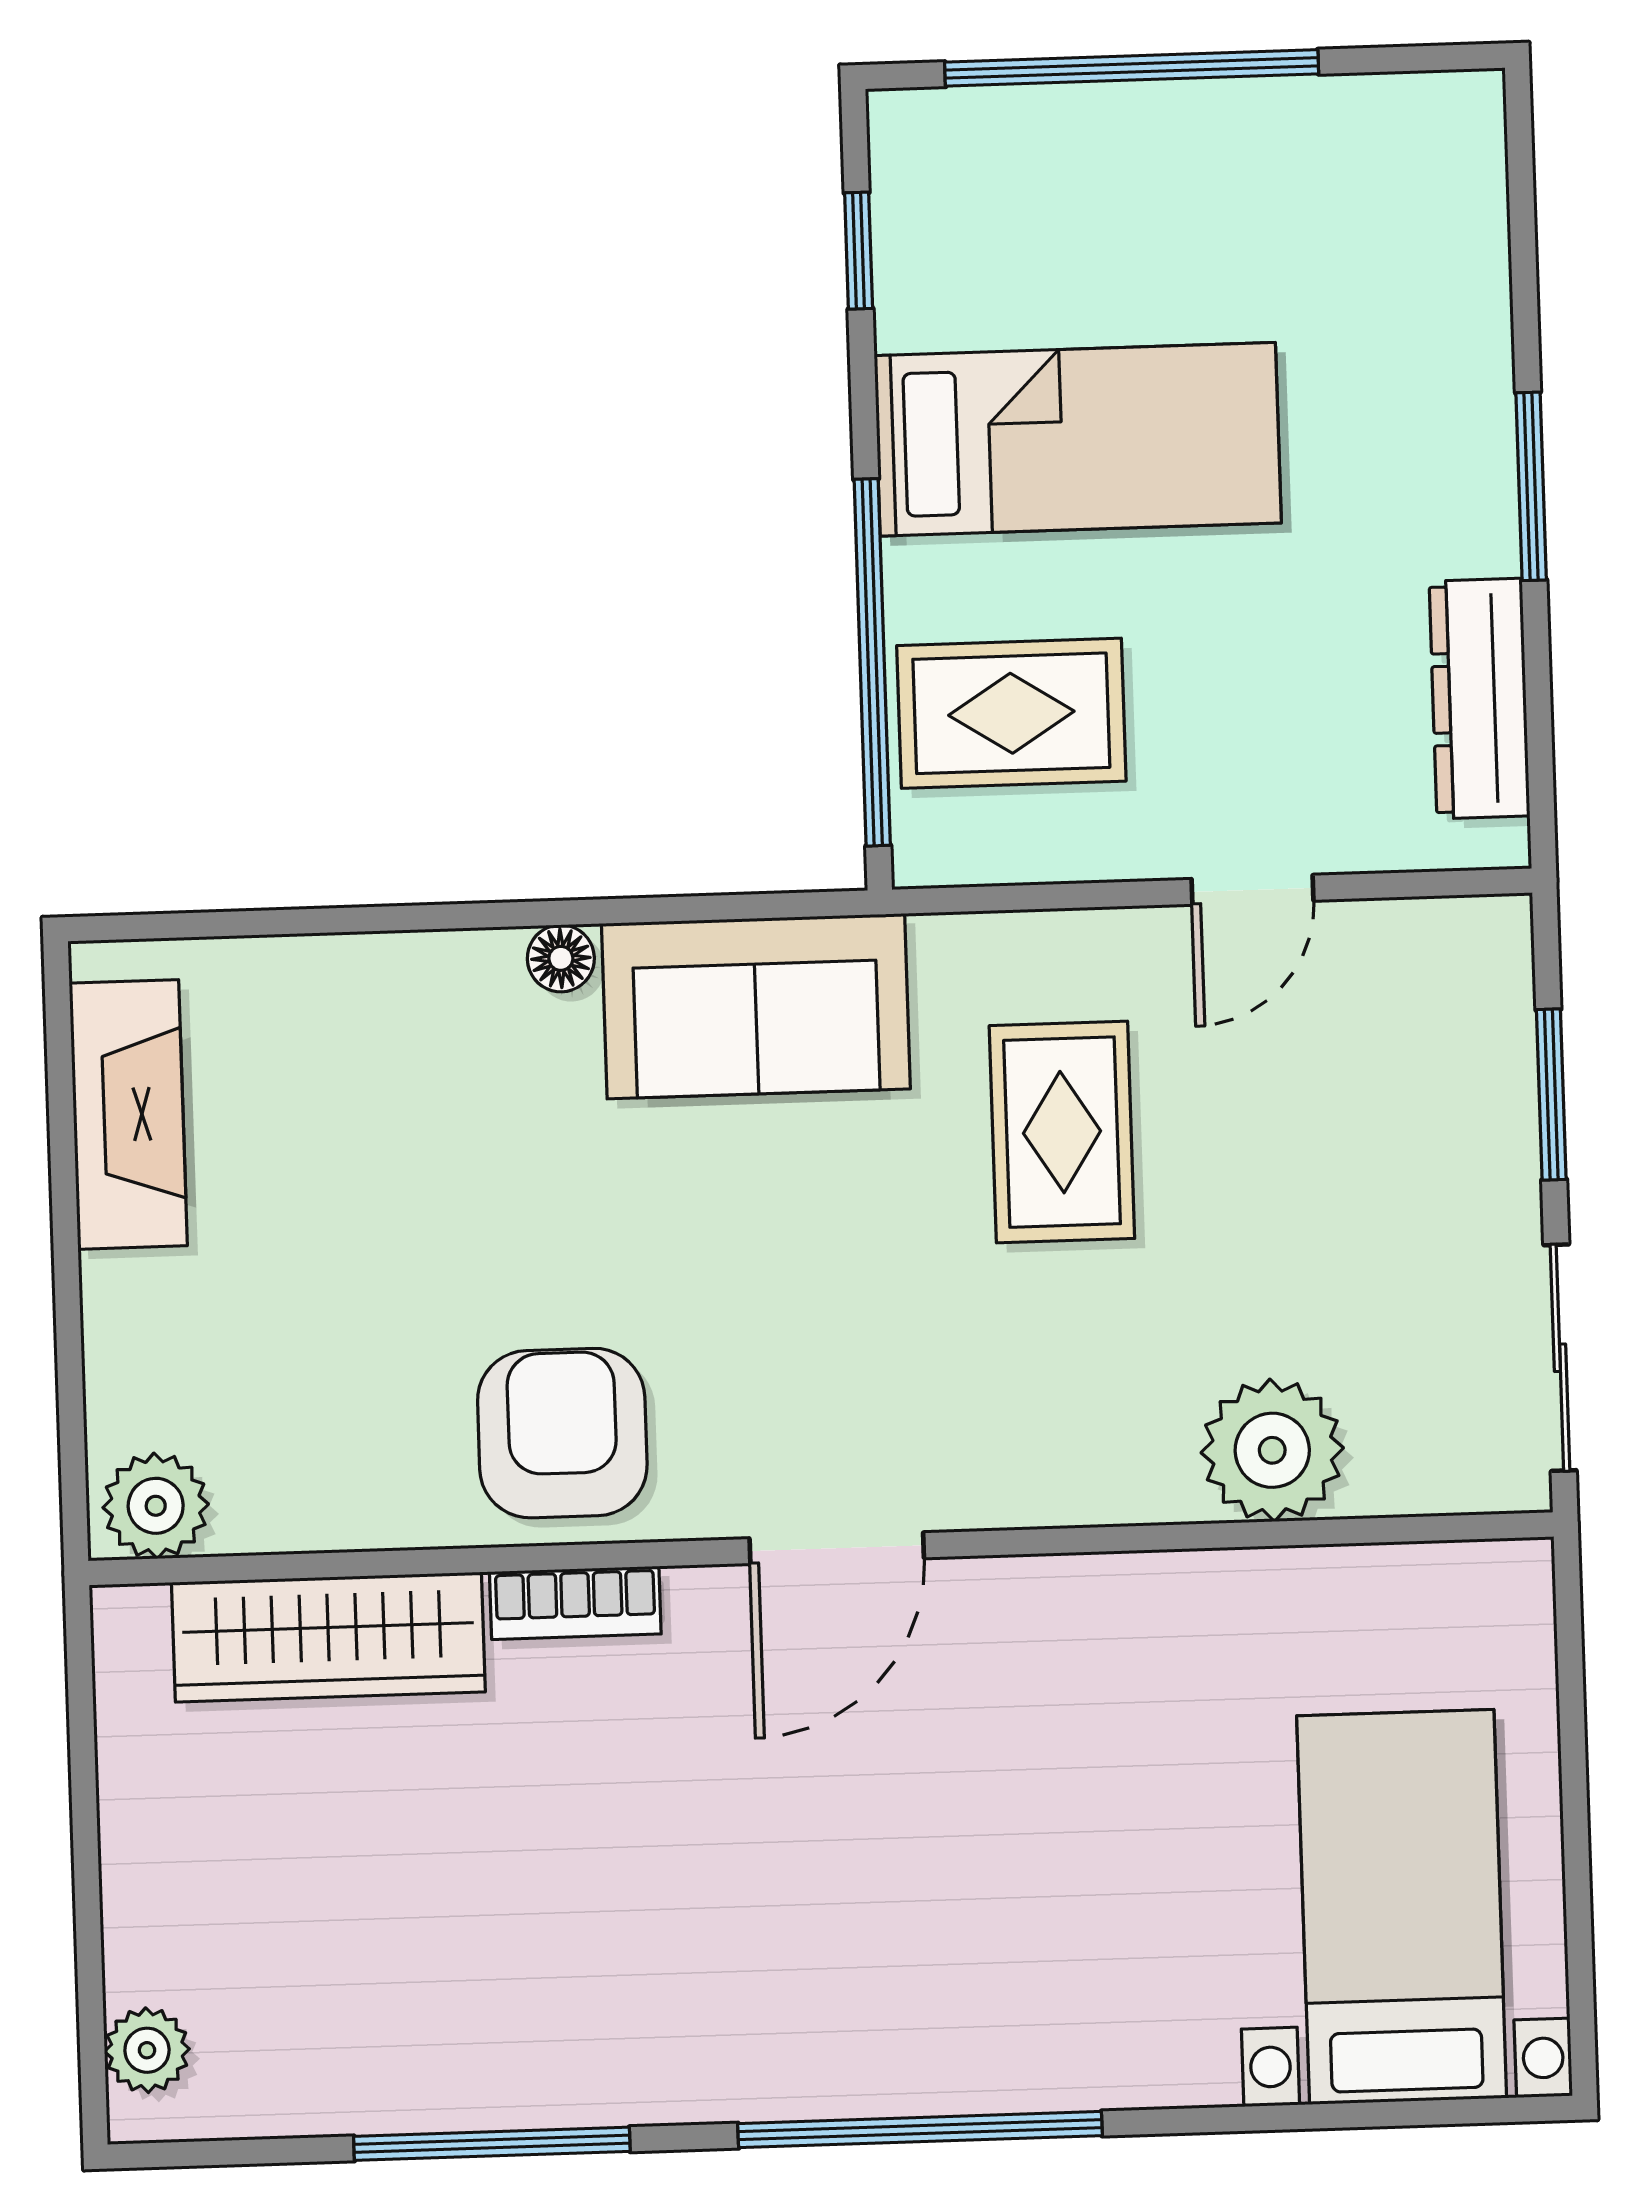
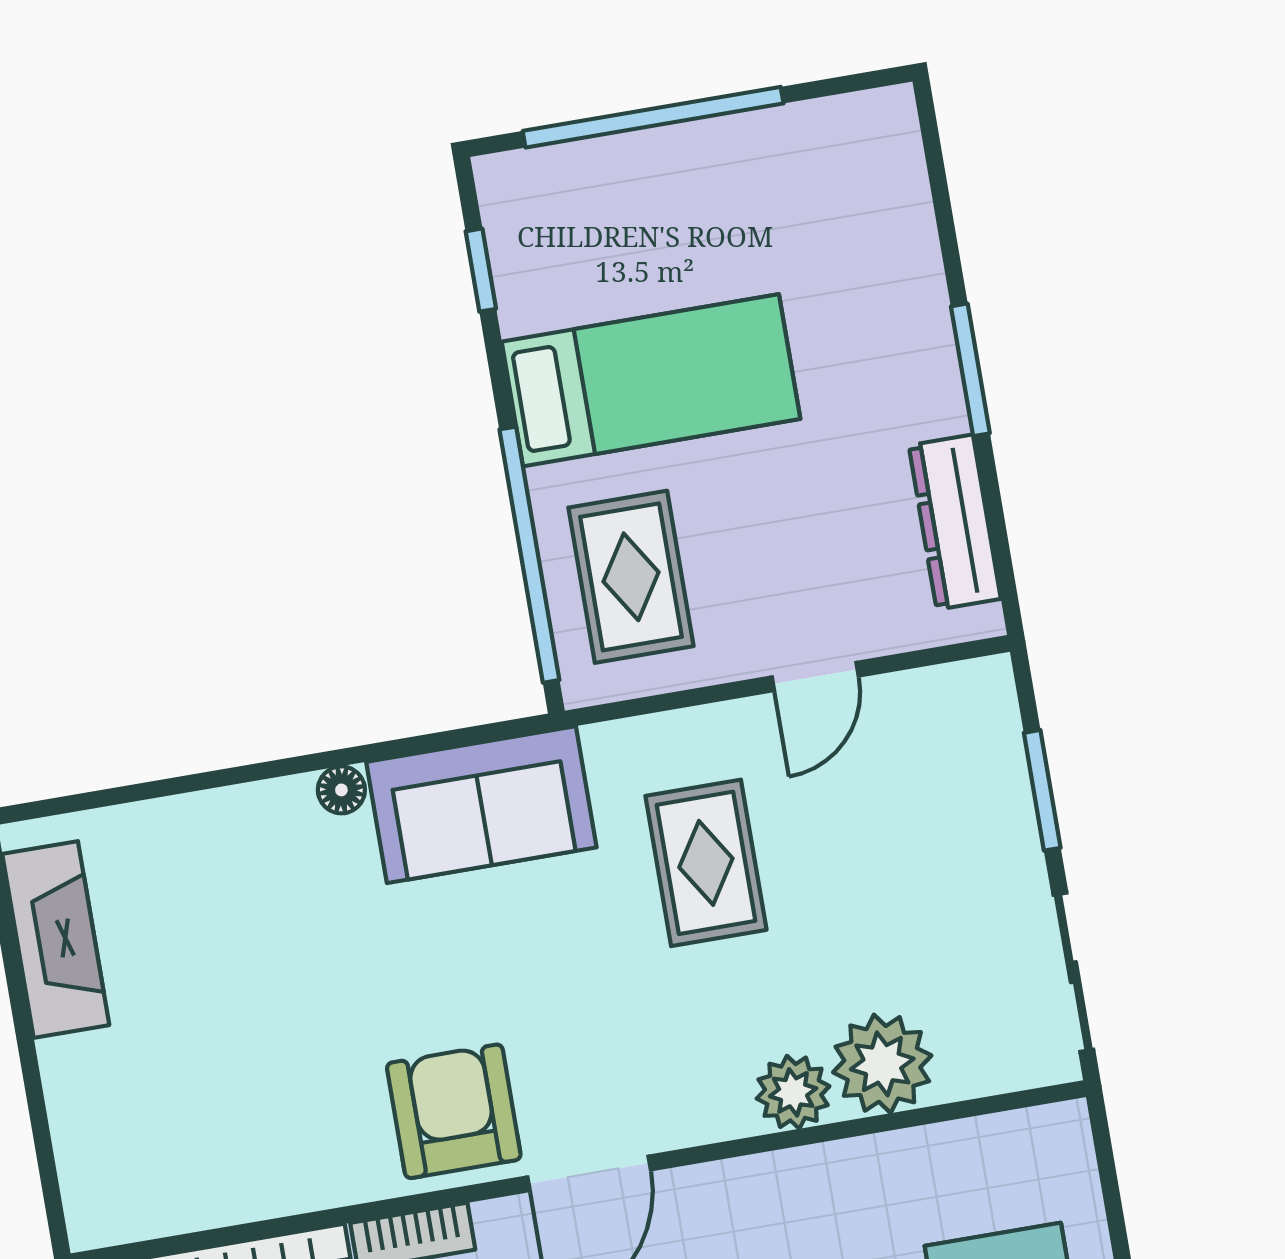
rug: (1011, 713) -> (631, 577), turned 90
armchair: (562, 1433) -> (454, 1111), moved
plant: (156, 1506) -> (793, 1092), moved

